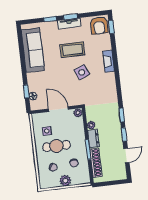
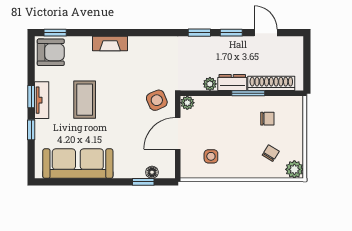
side table: (82, 72) -> (157, 100), moved
cafe table: (56, 146) -> (237, 144), removed
plant: (65, 181) -> (294, 169), moved

